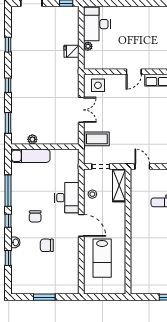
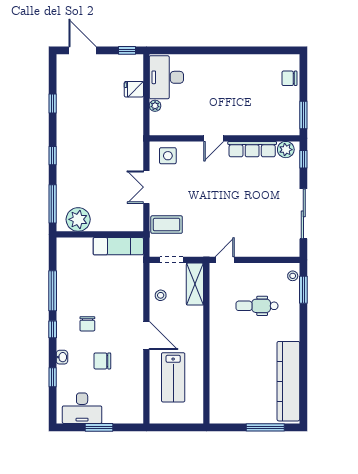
fridge: (72, 51) -> (134, 89), moved
double door: (81, 110) -> (146, 187), swing flipped
window: (8, 123) -> (53, 204), width x1.44
plant: (32, 139) -> (78, 219), width x1.88, depth x1.88
exam couch: (30, 156) -> (118, 246), moved
door: (142, 167) -> (225, 260), hinge flipped
desk: (67, 198) -> (82, 408), moved, turned 90

